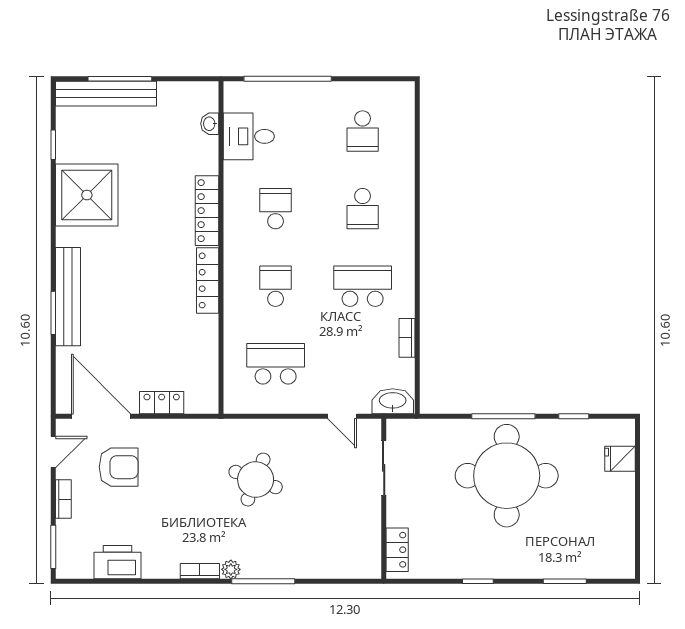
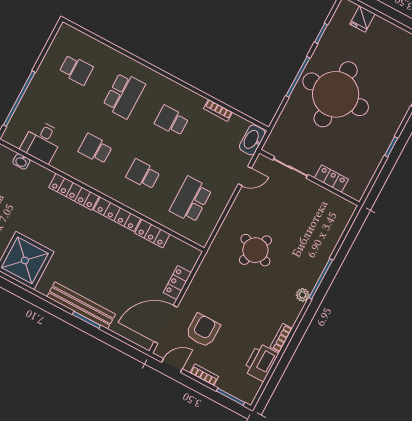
school desk: (363, 209) -> (124, 95), width x1.85
school desk: (363, 286) -> (172, 121), width x0.54
locker: (207, 338) -> (152, 234), added
door: (53, 452) -> (172, 366), hinge flipped
locker: (397, 550) -> (331, 179), moved
bookcase: (200, 571) -> (281, 338), moved

